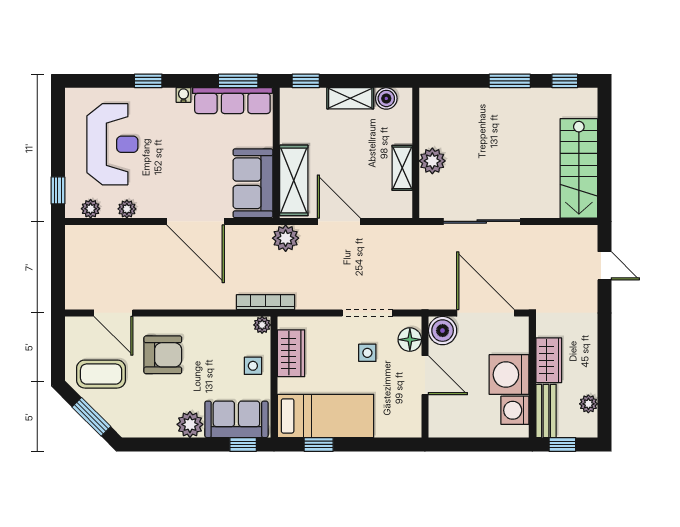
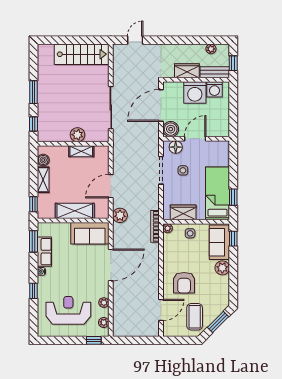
window: (565, 81) -> (34, 124), moved
row of seats: (232, 101) -> (44, 252), width x0.68
shelving: (294, 180) -> (75, 211), moved
armchair: (163, 355) -> (184, 283), turned 180

